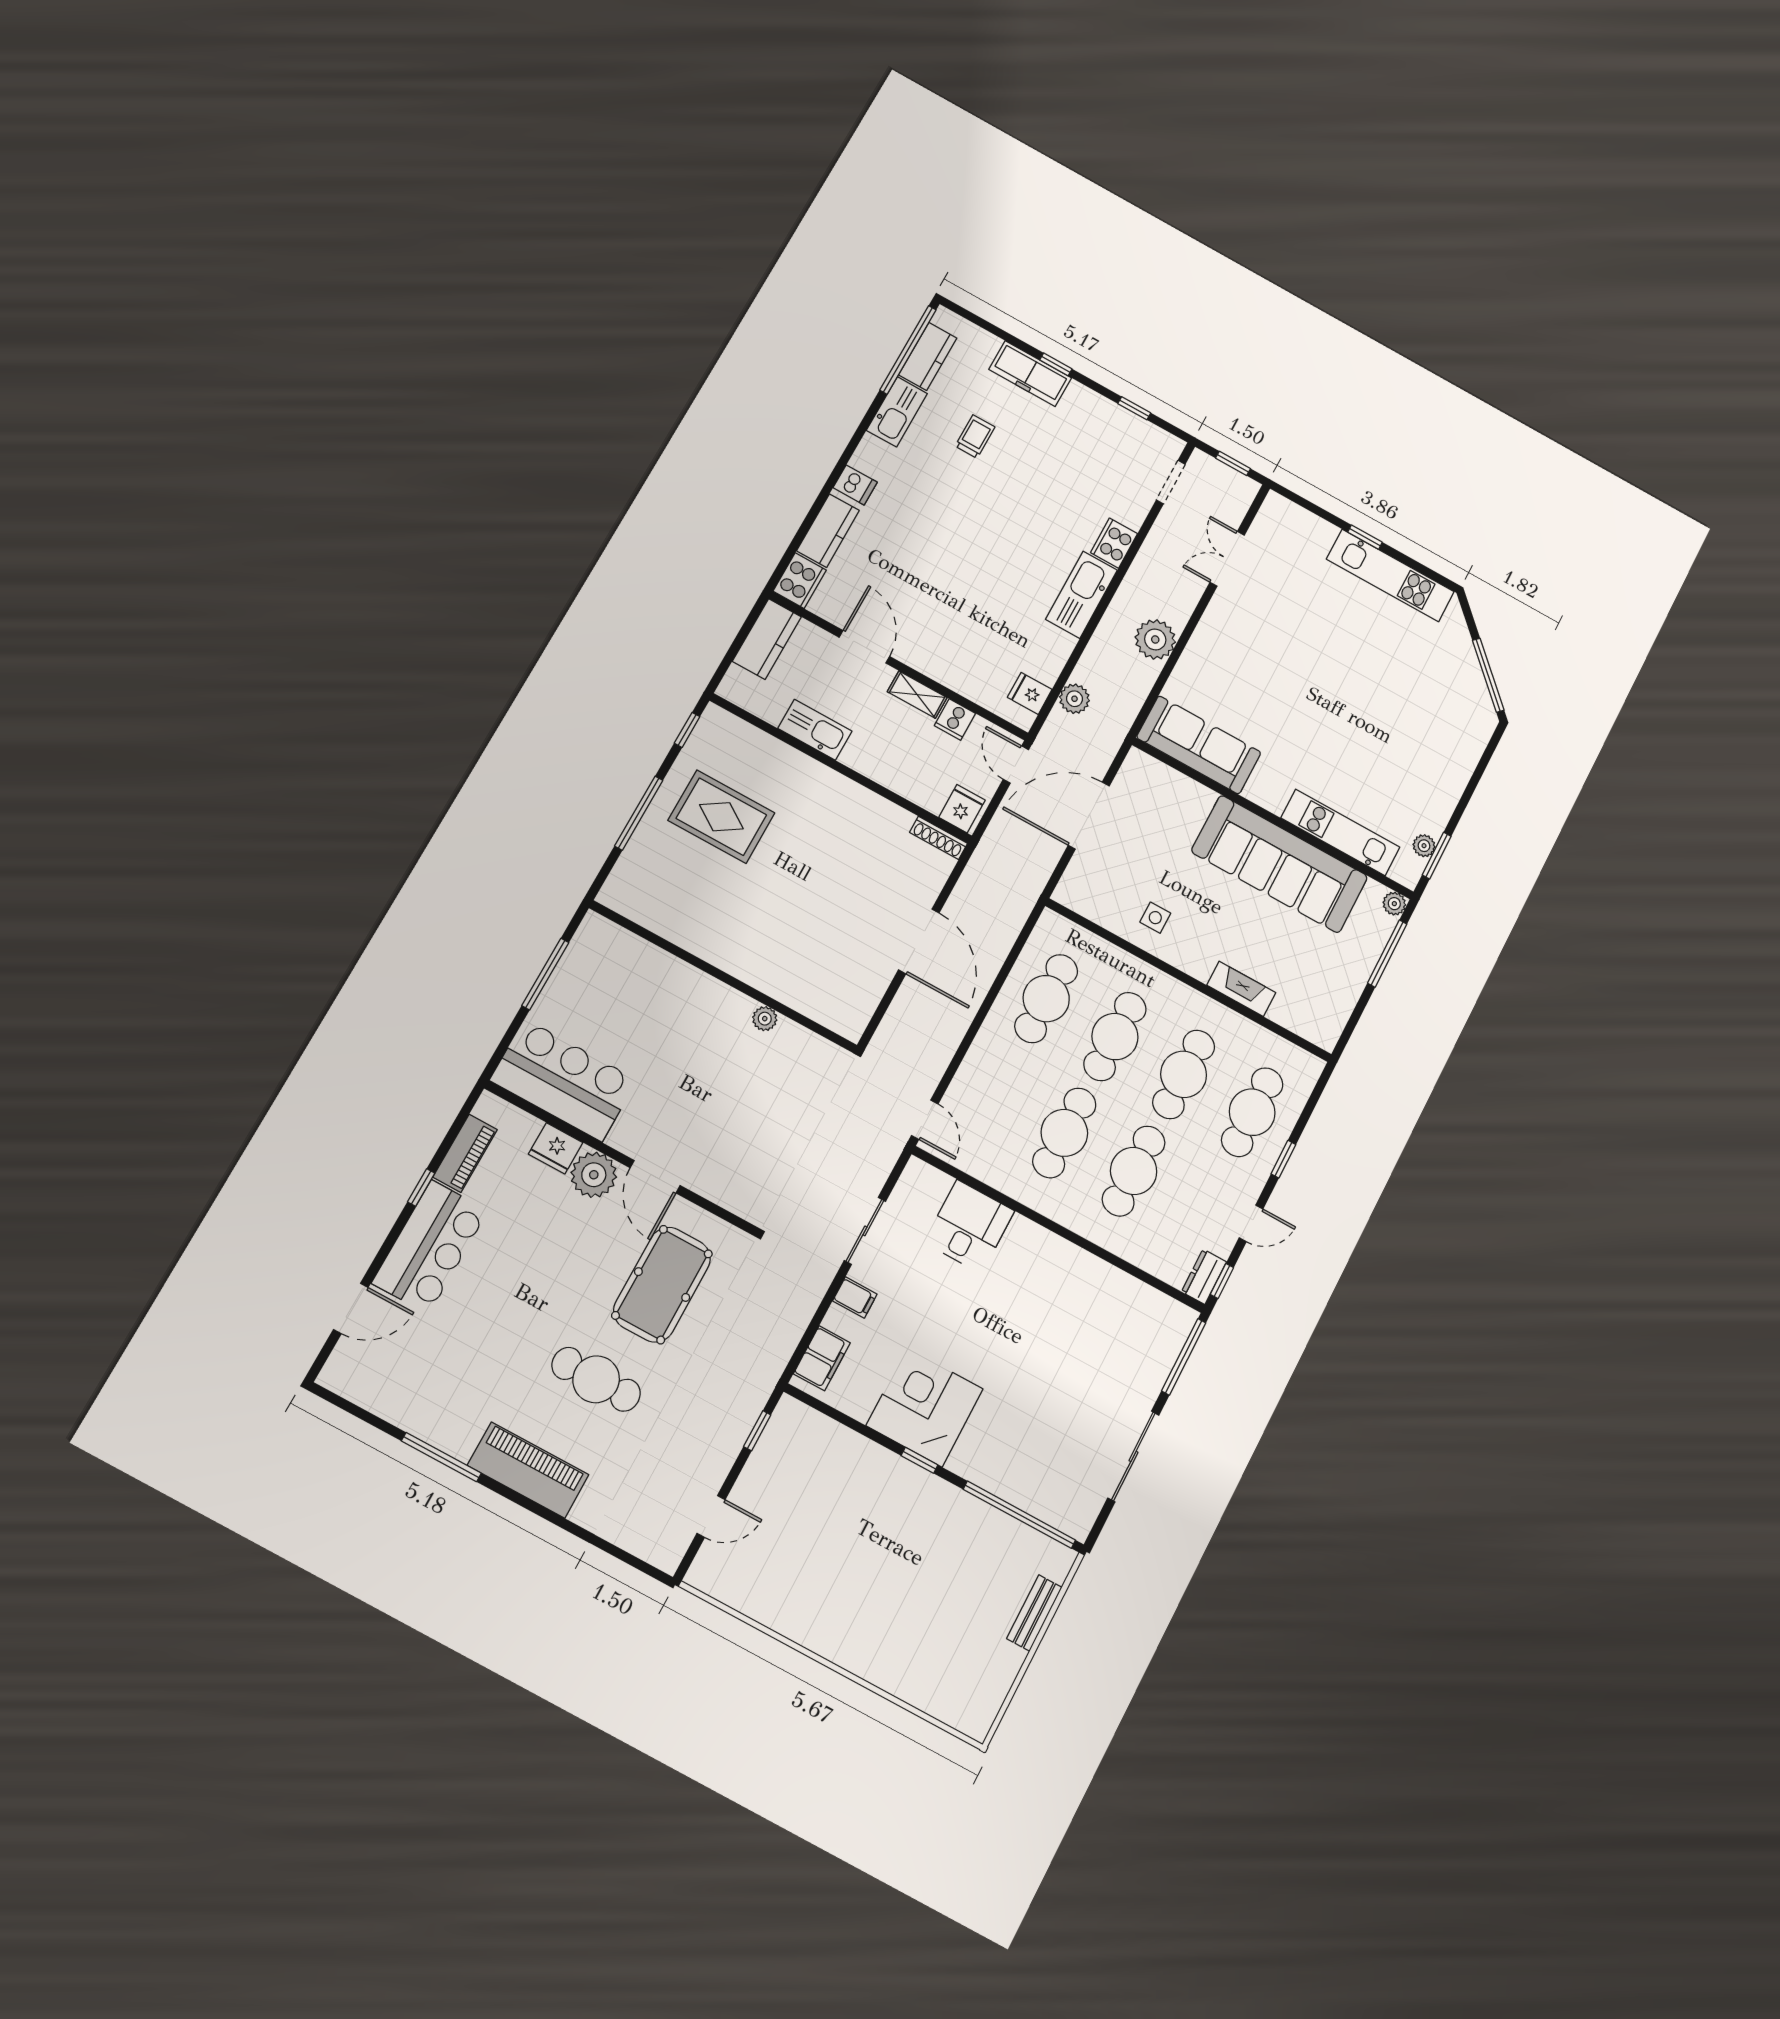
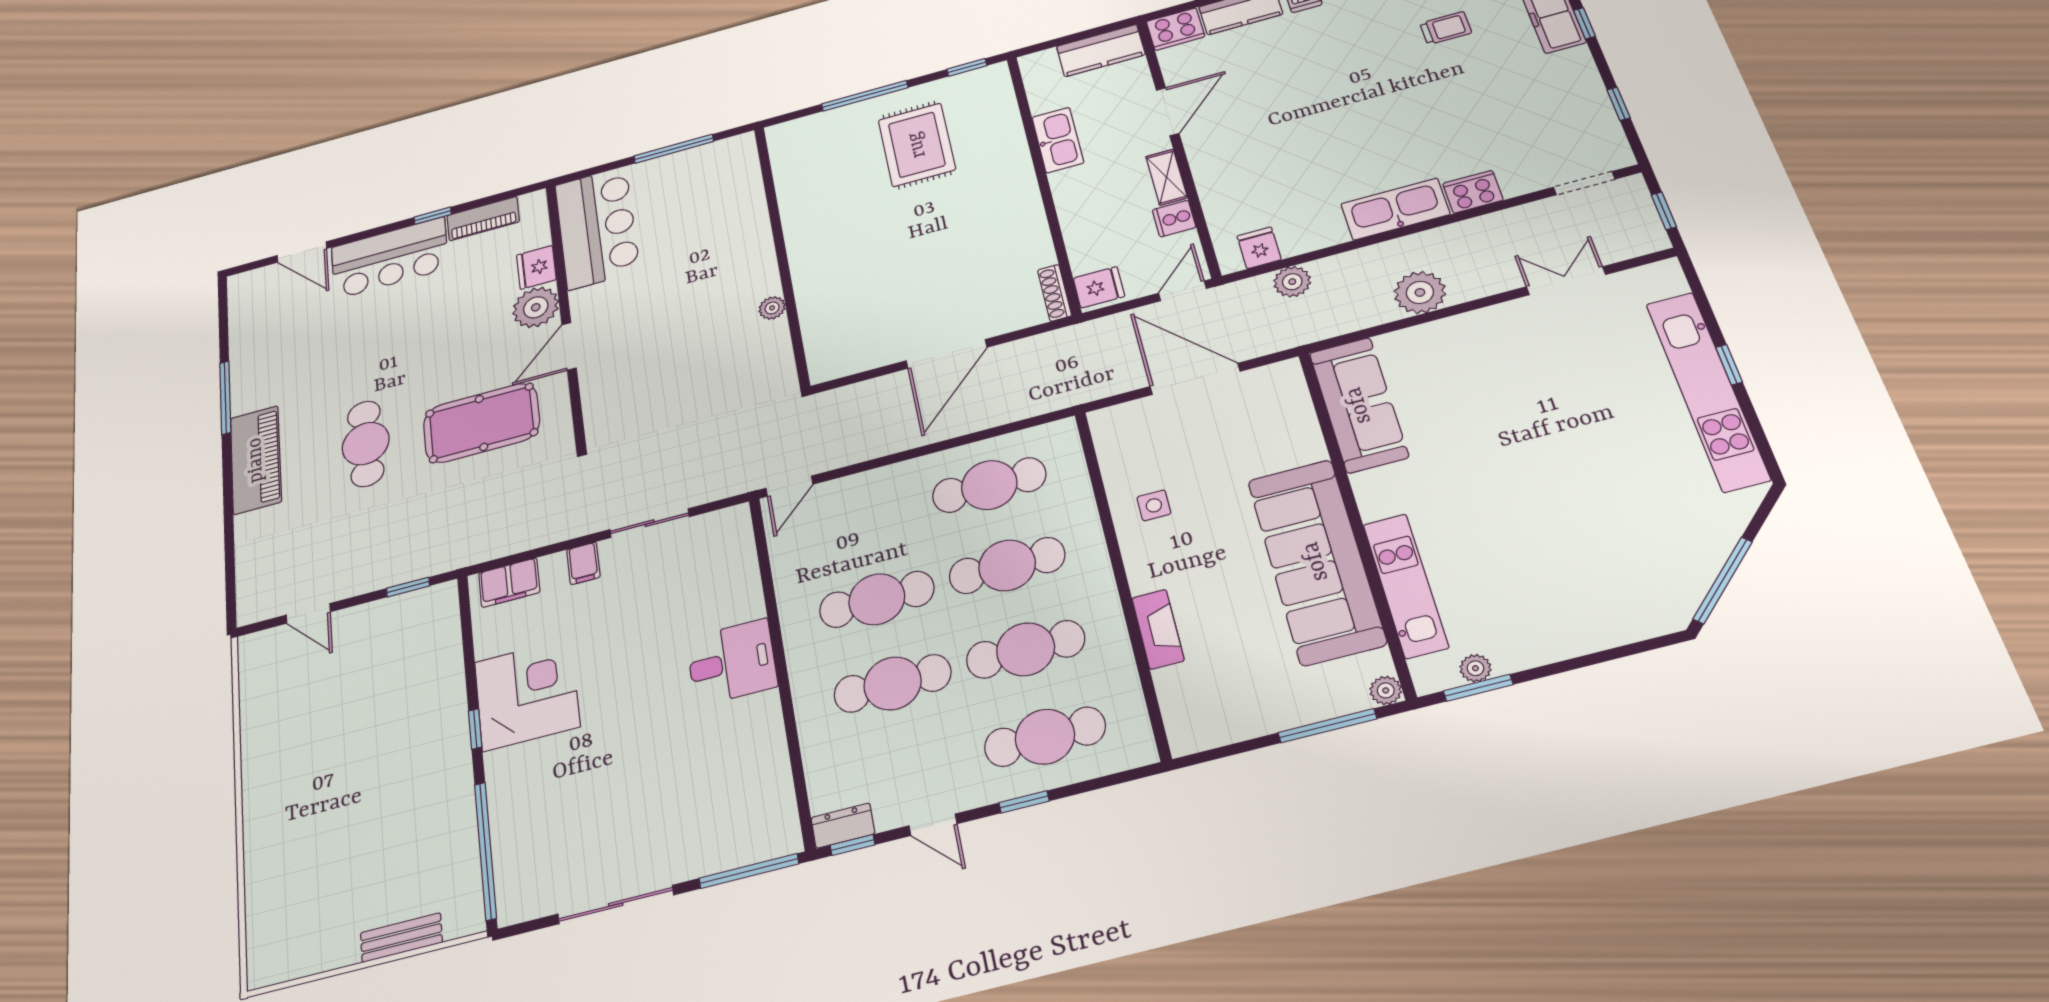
kitchen unit: (1390, 575) -> (1707, 390), width x1.36
desk: (969, 1226) -> (732, 662), moved

